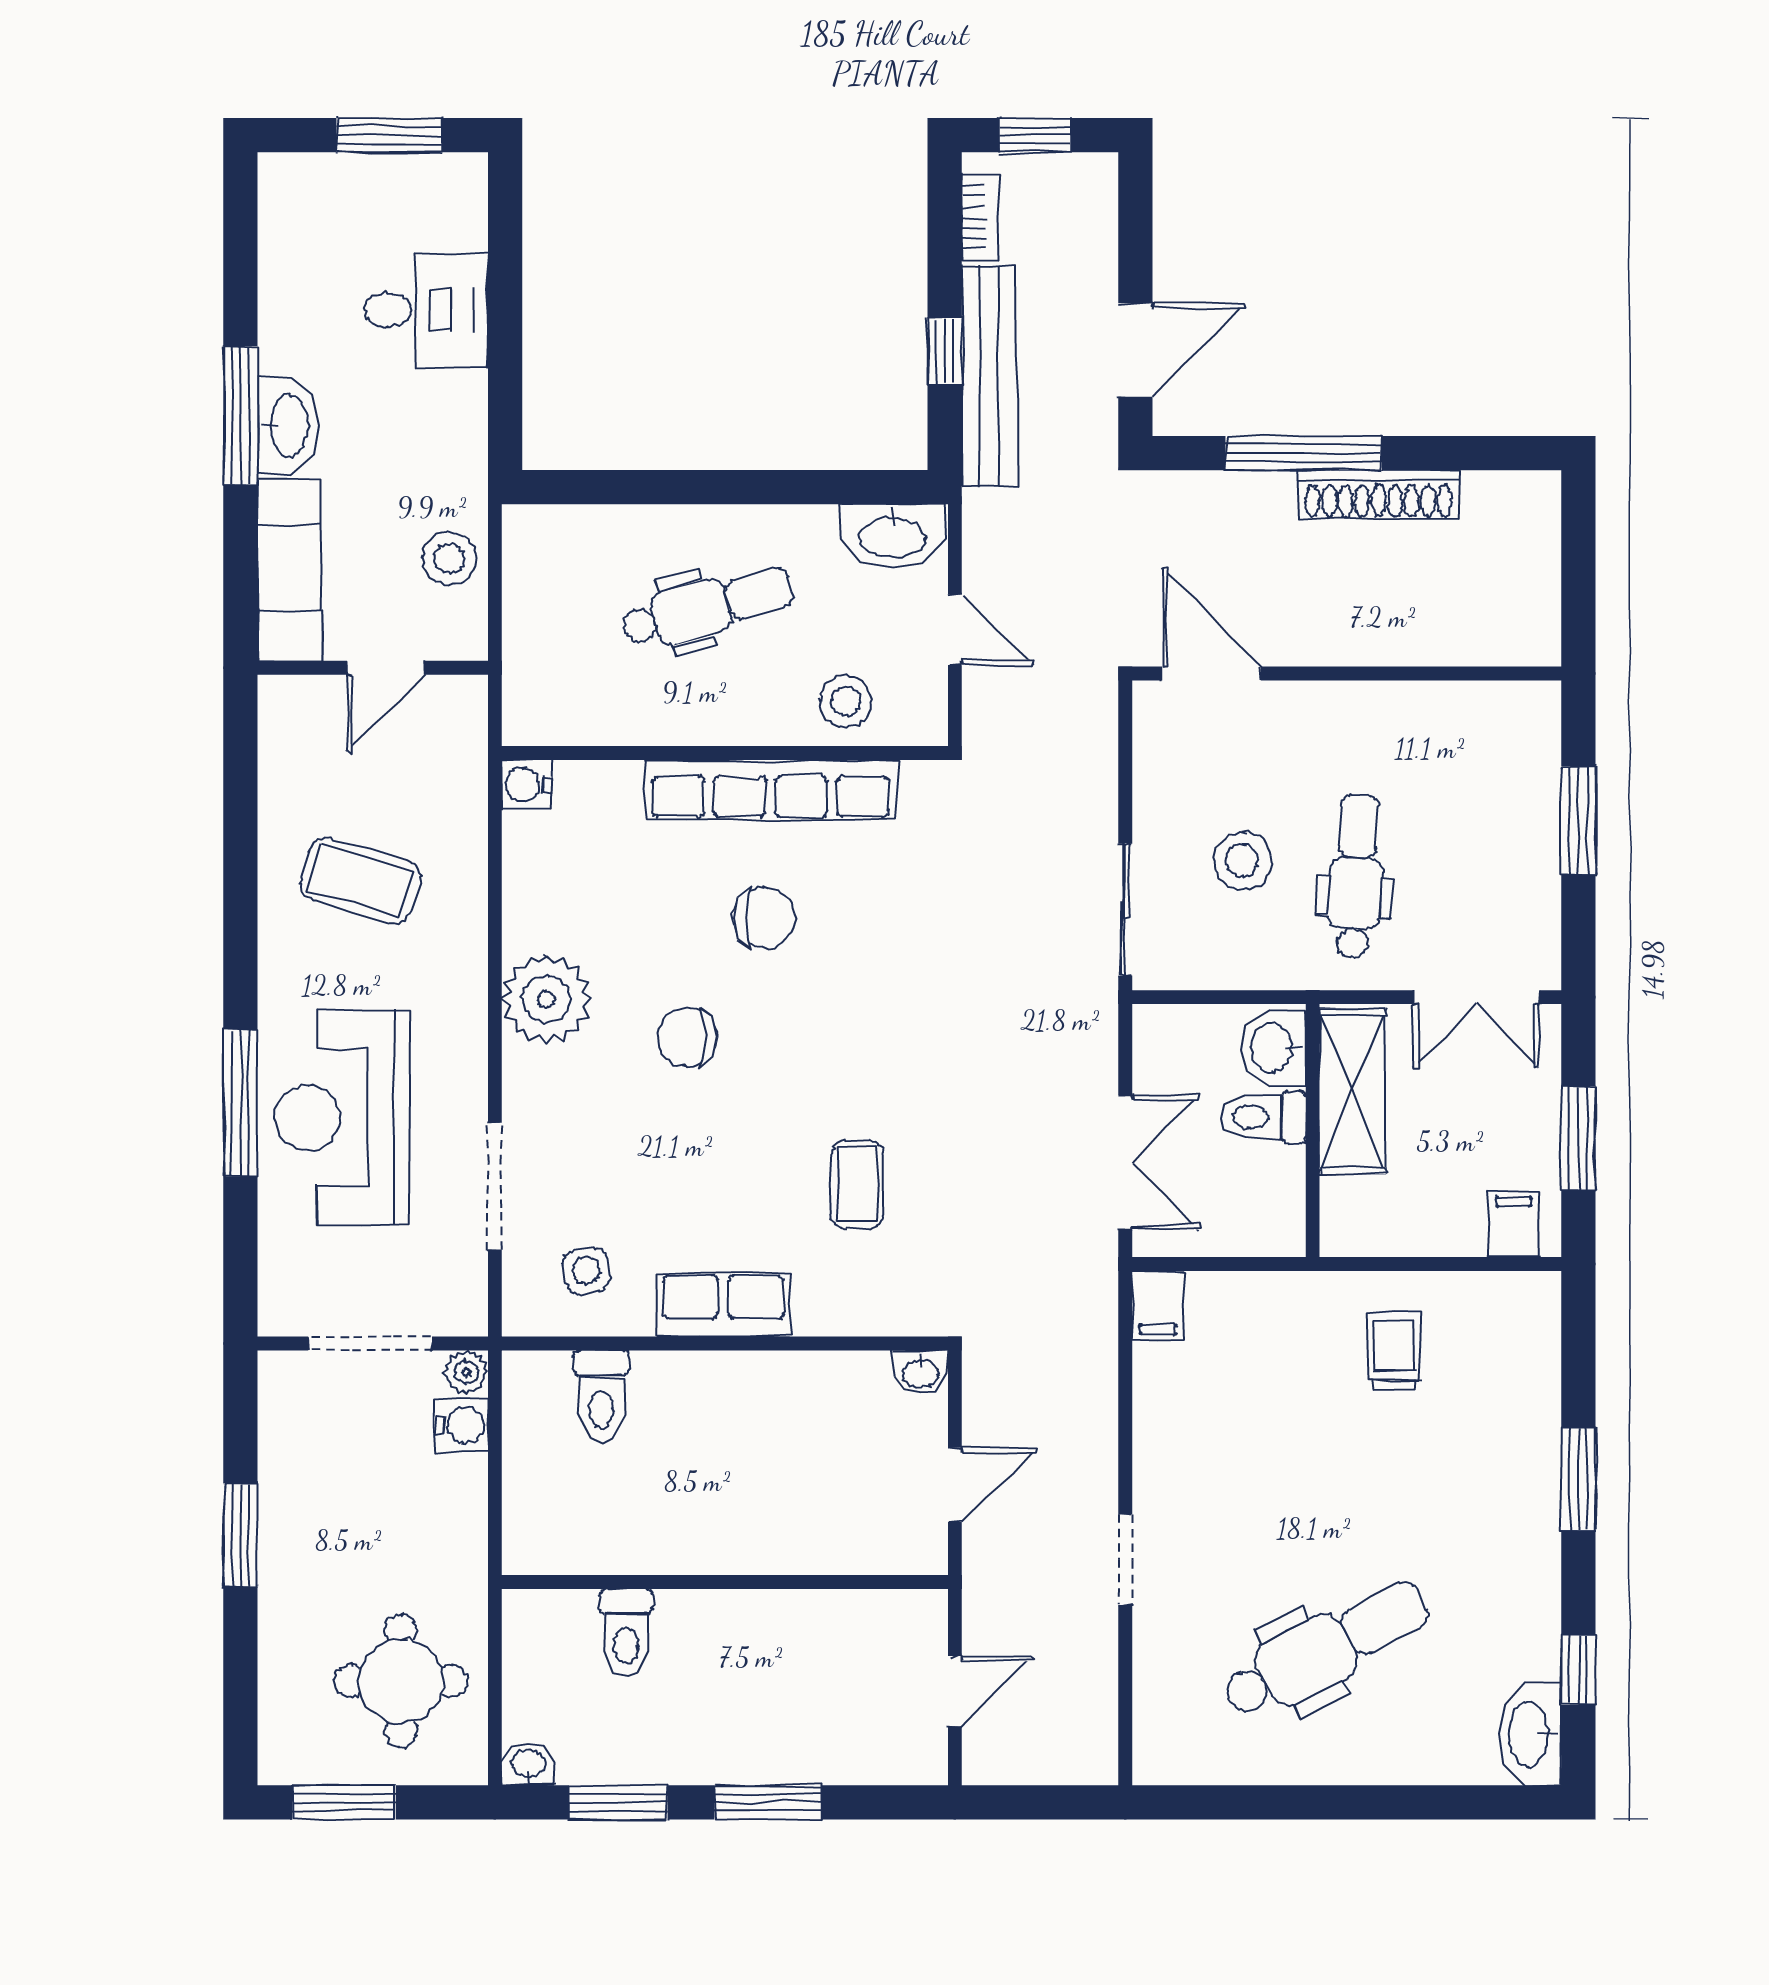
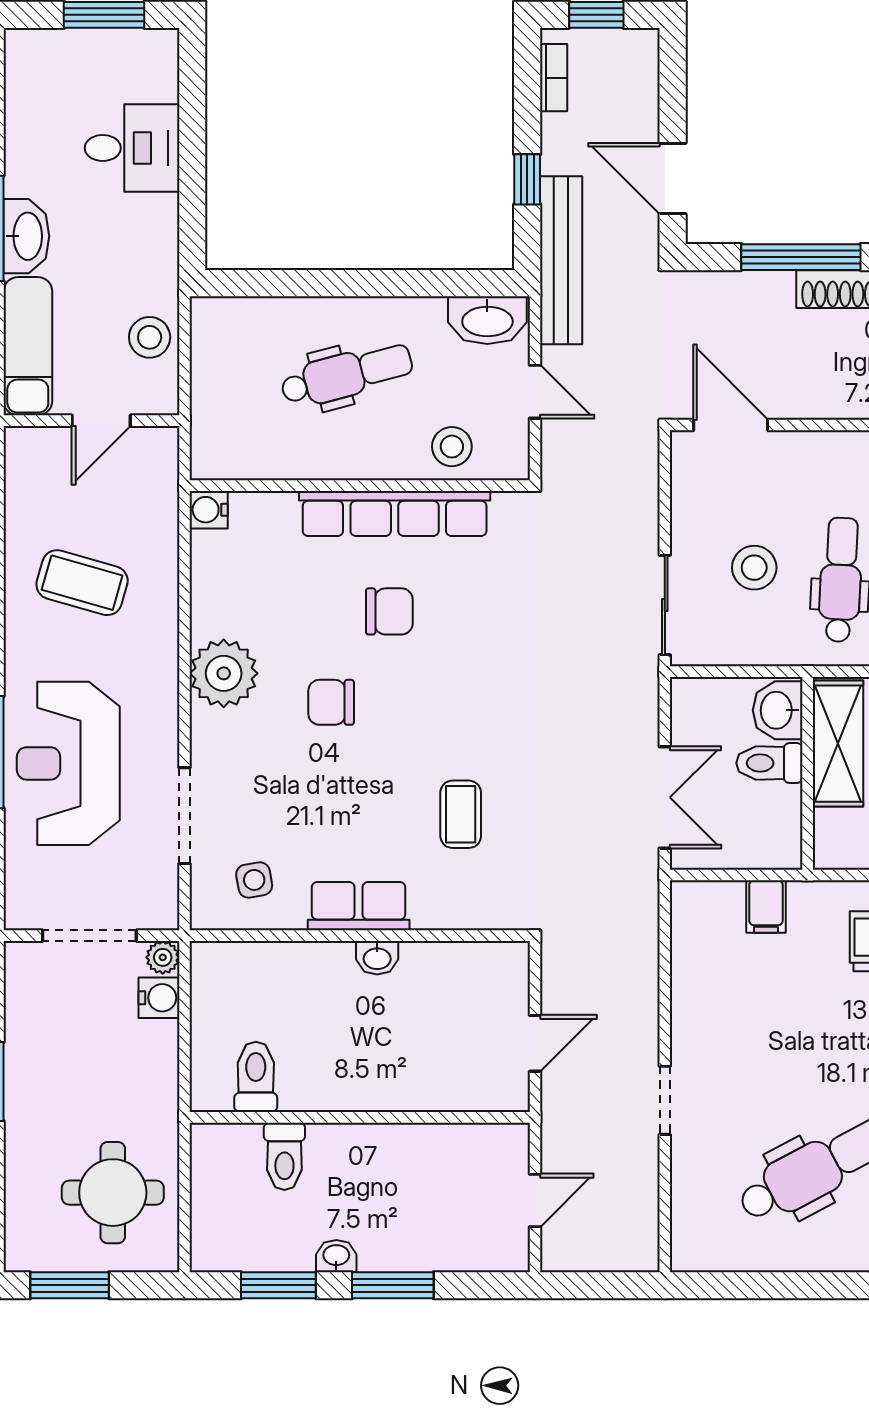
door: (1135, 350) -> (673, 178), swing flipped
bench: (989, 377) -> (561, 260), moved
filing cabinet: (1158, 1305) -> (766, 907), moved
washbasin: (921, 1373) -> (377, 958), moved
toilet: (601, 1397) -> (256, 1077), moved, turned 180
washbasin: (528, 1764) -> (336, 1256), moved

